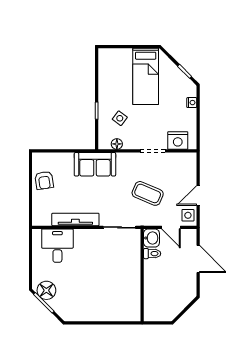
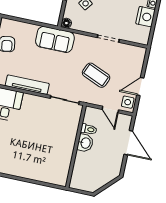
nightstand: (178, 140) -> (146, 17), moved, turned -90
floor lamp: (117, 144) -> (66, 23), moved
washbasin: (151, 238) -> (85, 143), moved

